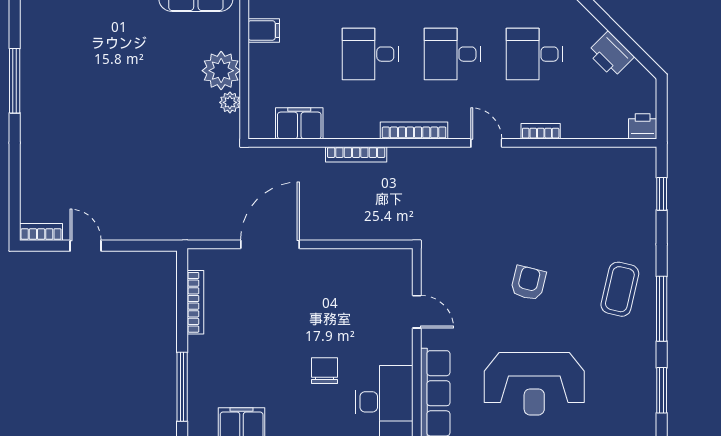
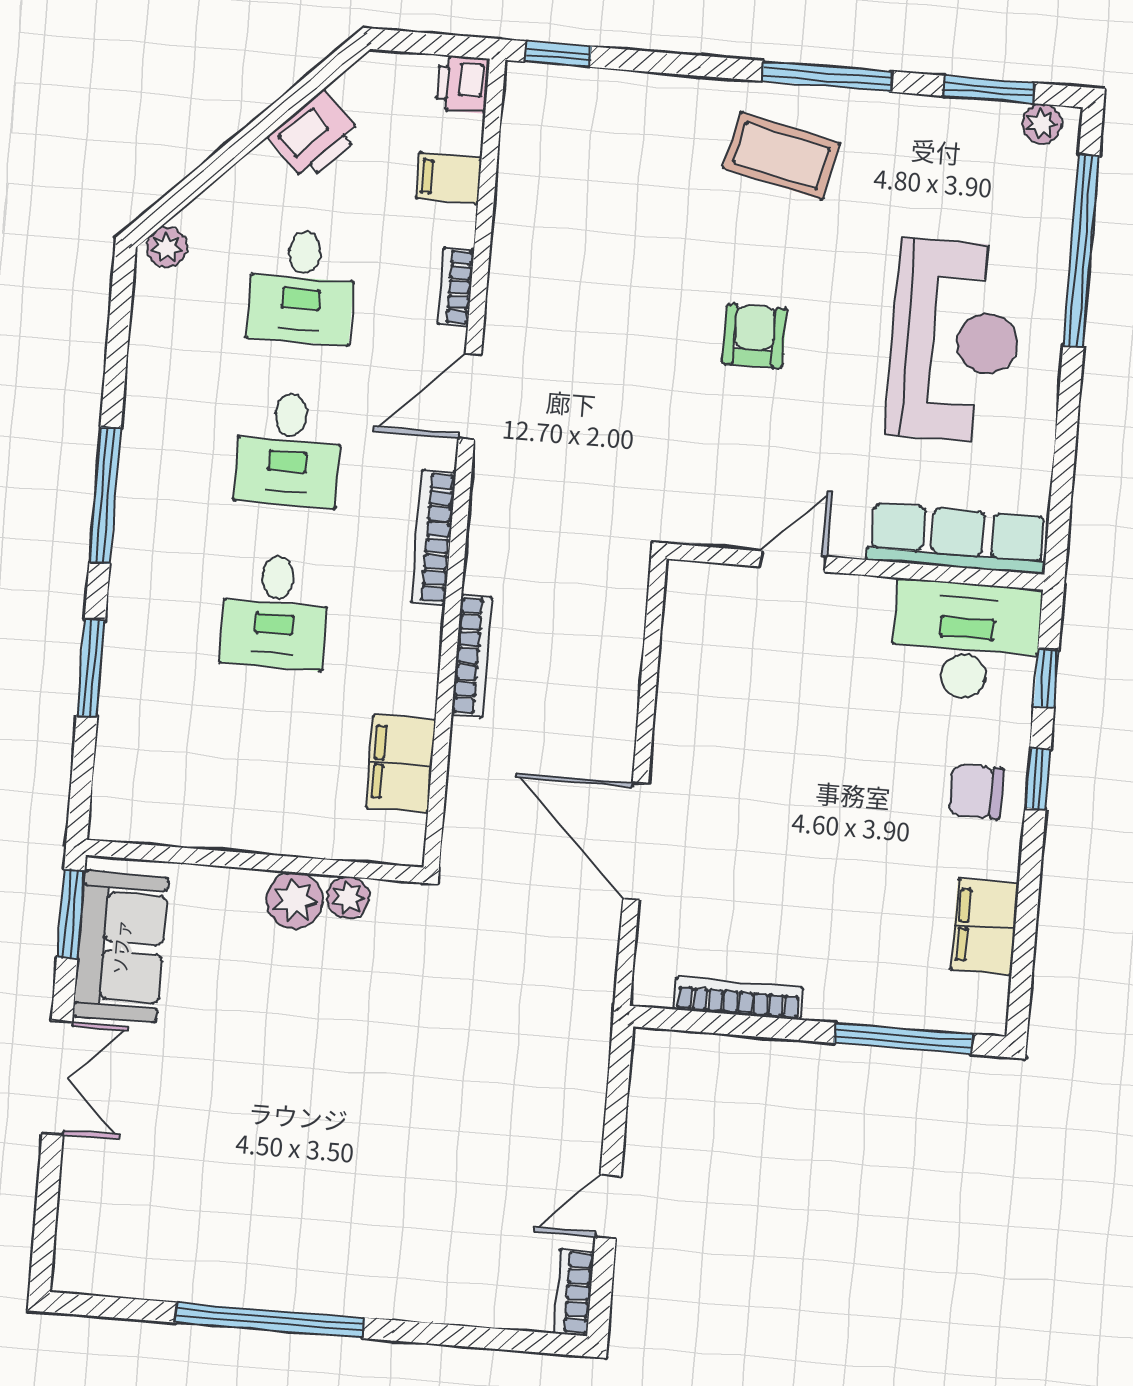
filing cabinet: (264, 30) -> (449, 178), moved, turned -90
plant: (221, 71) -> (295, 900), width x0.73, depth x0.73
window: (15, 81) -> (270, 1320), width x1.46
door: (486, 143) -> (470, 396), width x1.38
window: (662, 194) -> (558, 54), moved
armchair: (528, 283) -> (754, 336), turned 76
chair: (324, 371) -> (976, 791), moved
plant: (647, 418) -> (1042, 124), added

